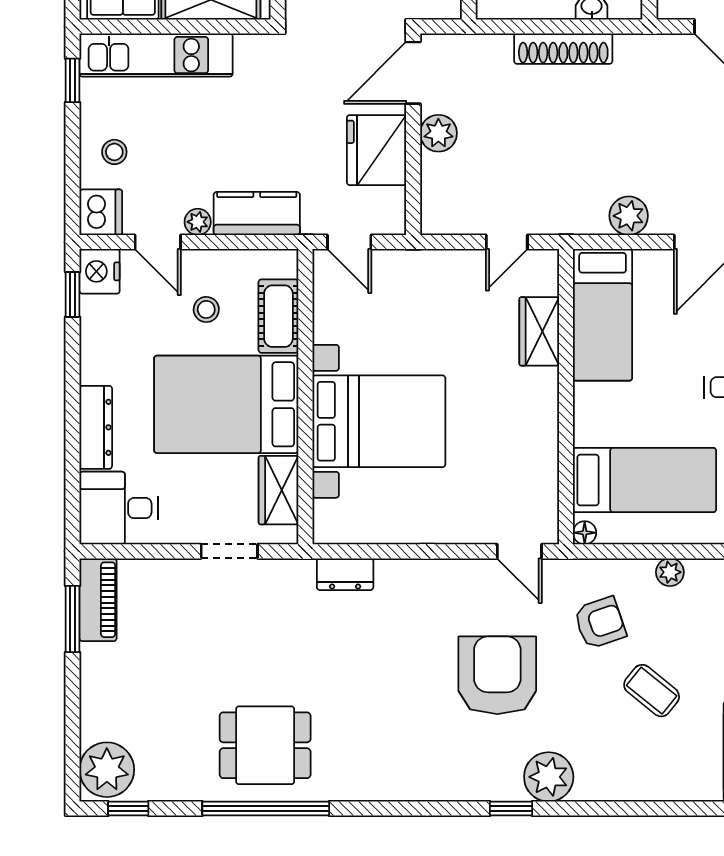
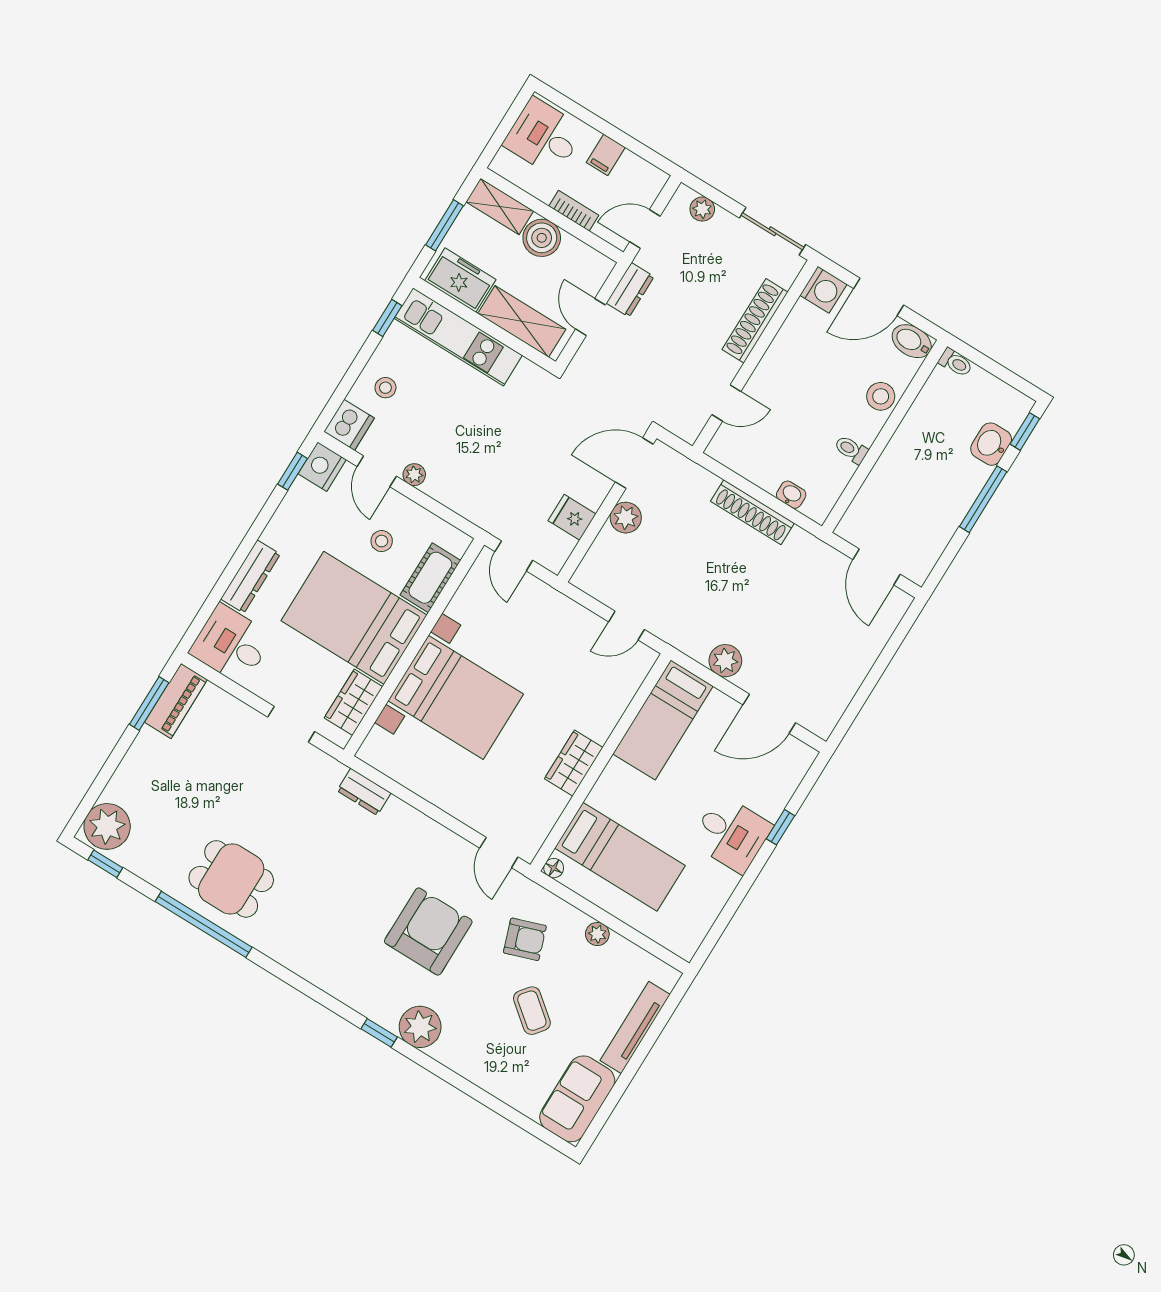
fridge: (376, 150) -> (572, 517), width x0.53, depth x0.75
kitchen counter: (257, 213) -> (460, 495), removed
wardrobe: (539, 331) -> (574, 763), moved

